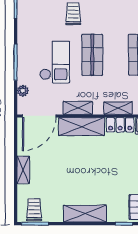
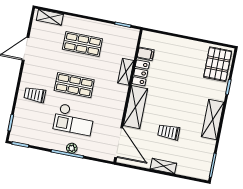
checkout: (55, 62) -> (74, 119), turned 180
plant: (23, 91) -> (72, 148), moved
shelving: (78, 108) -> (118, 107), removed
trolley: (34, 210) -> (169, 132), moved

